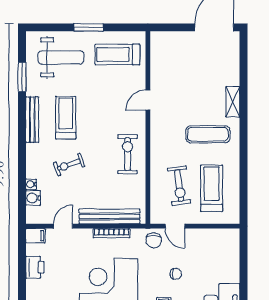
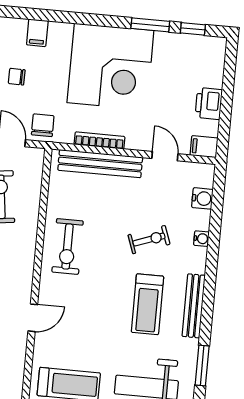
water cooler: (31, 184) -> (201, 239), moved
door: (63, 226) -> (165, 156), swing flipped

